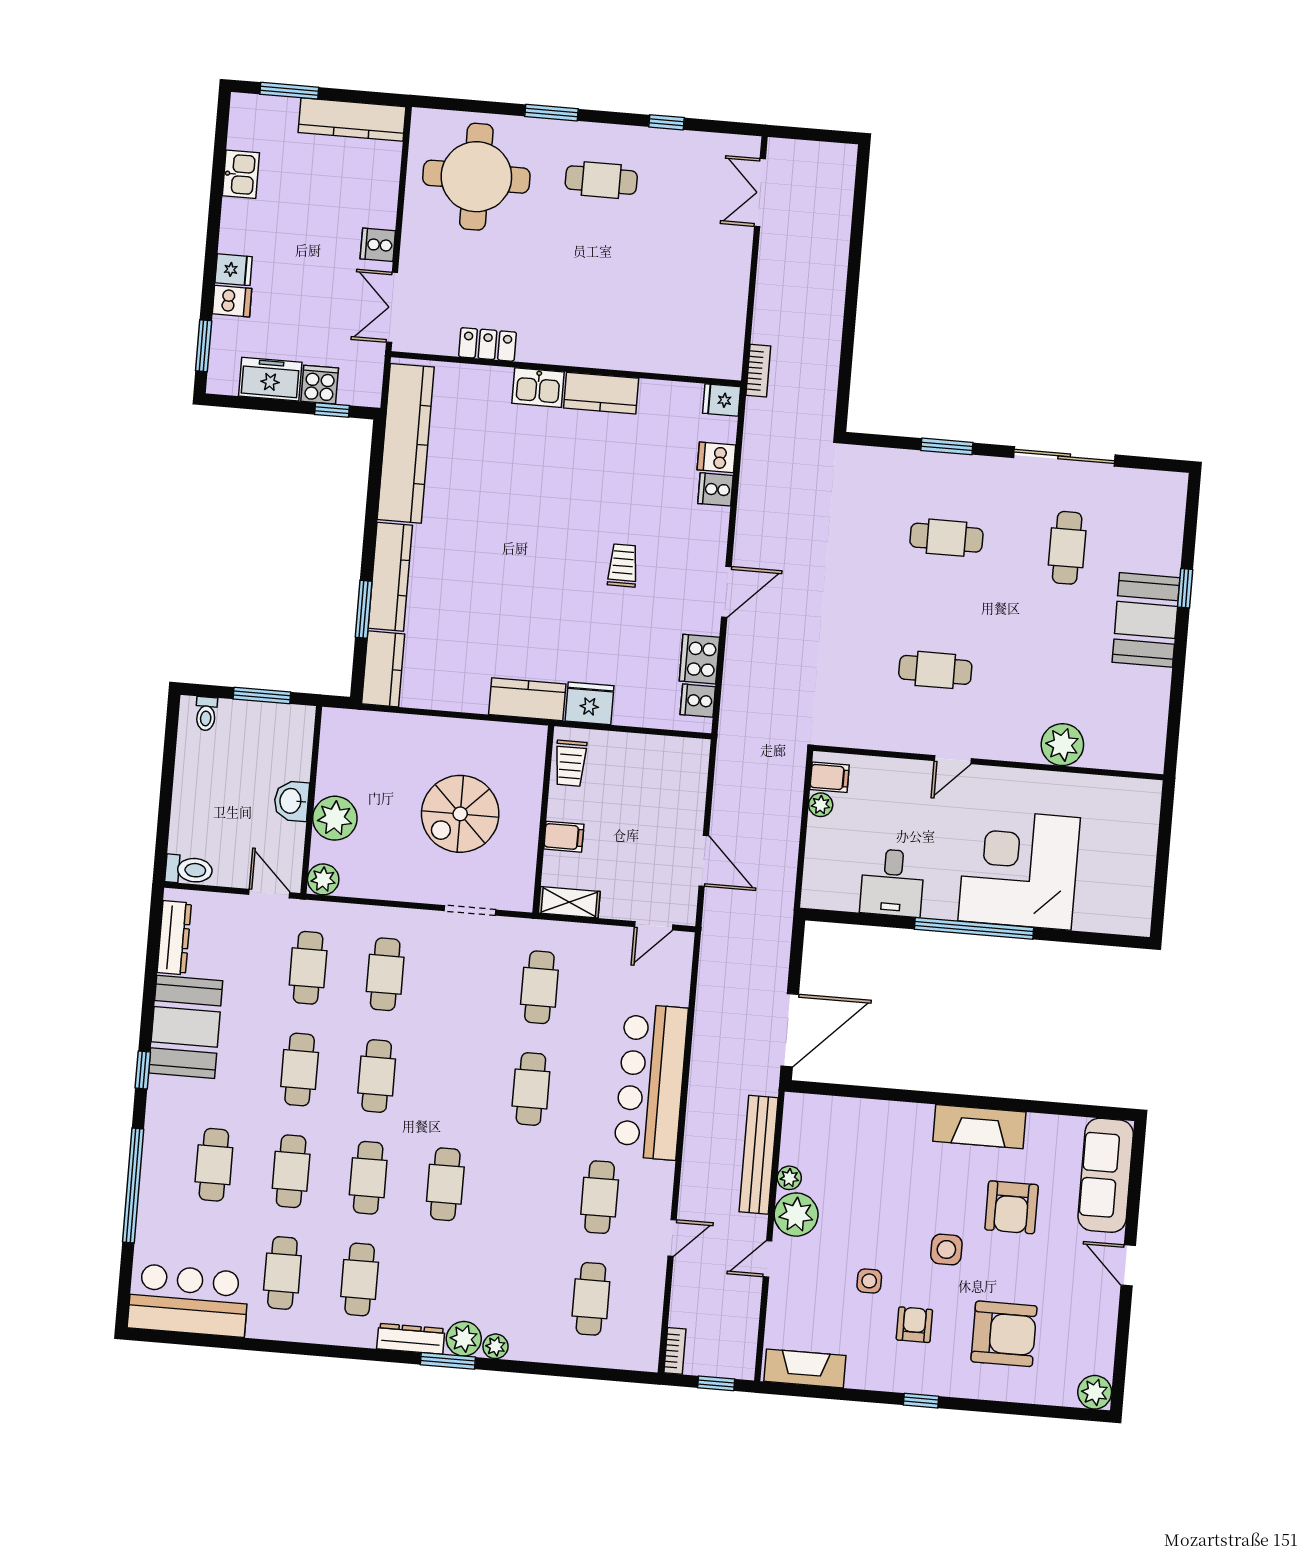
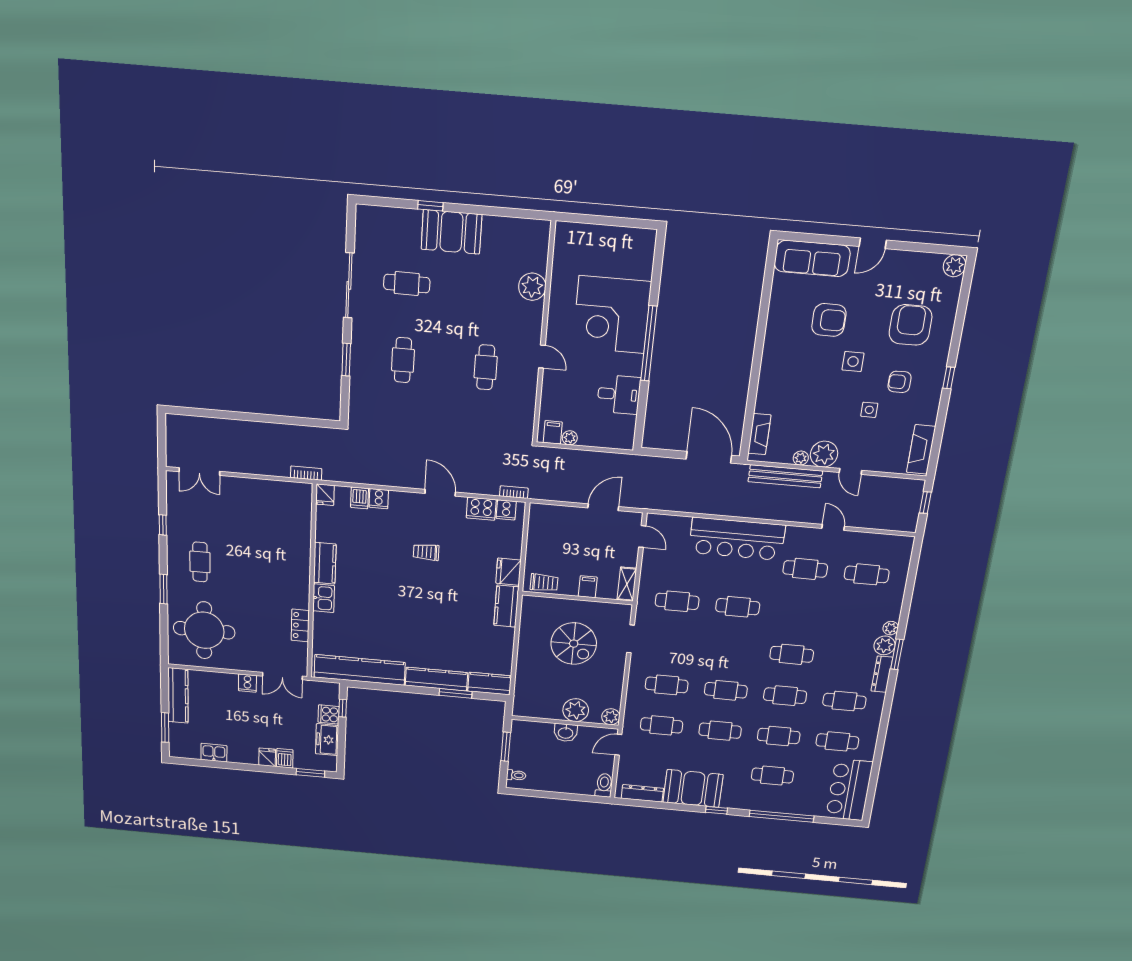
fireplace: (979, 1127) -> (759, 434), moved, width x0.73, depth x0.76
bookcase: (675, 1351) -> (514, 492), moved

